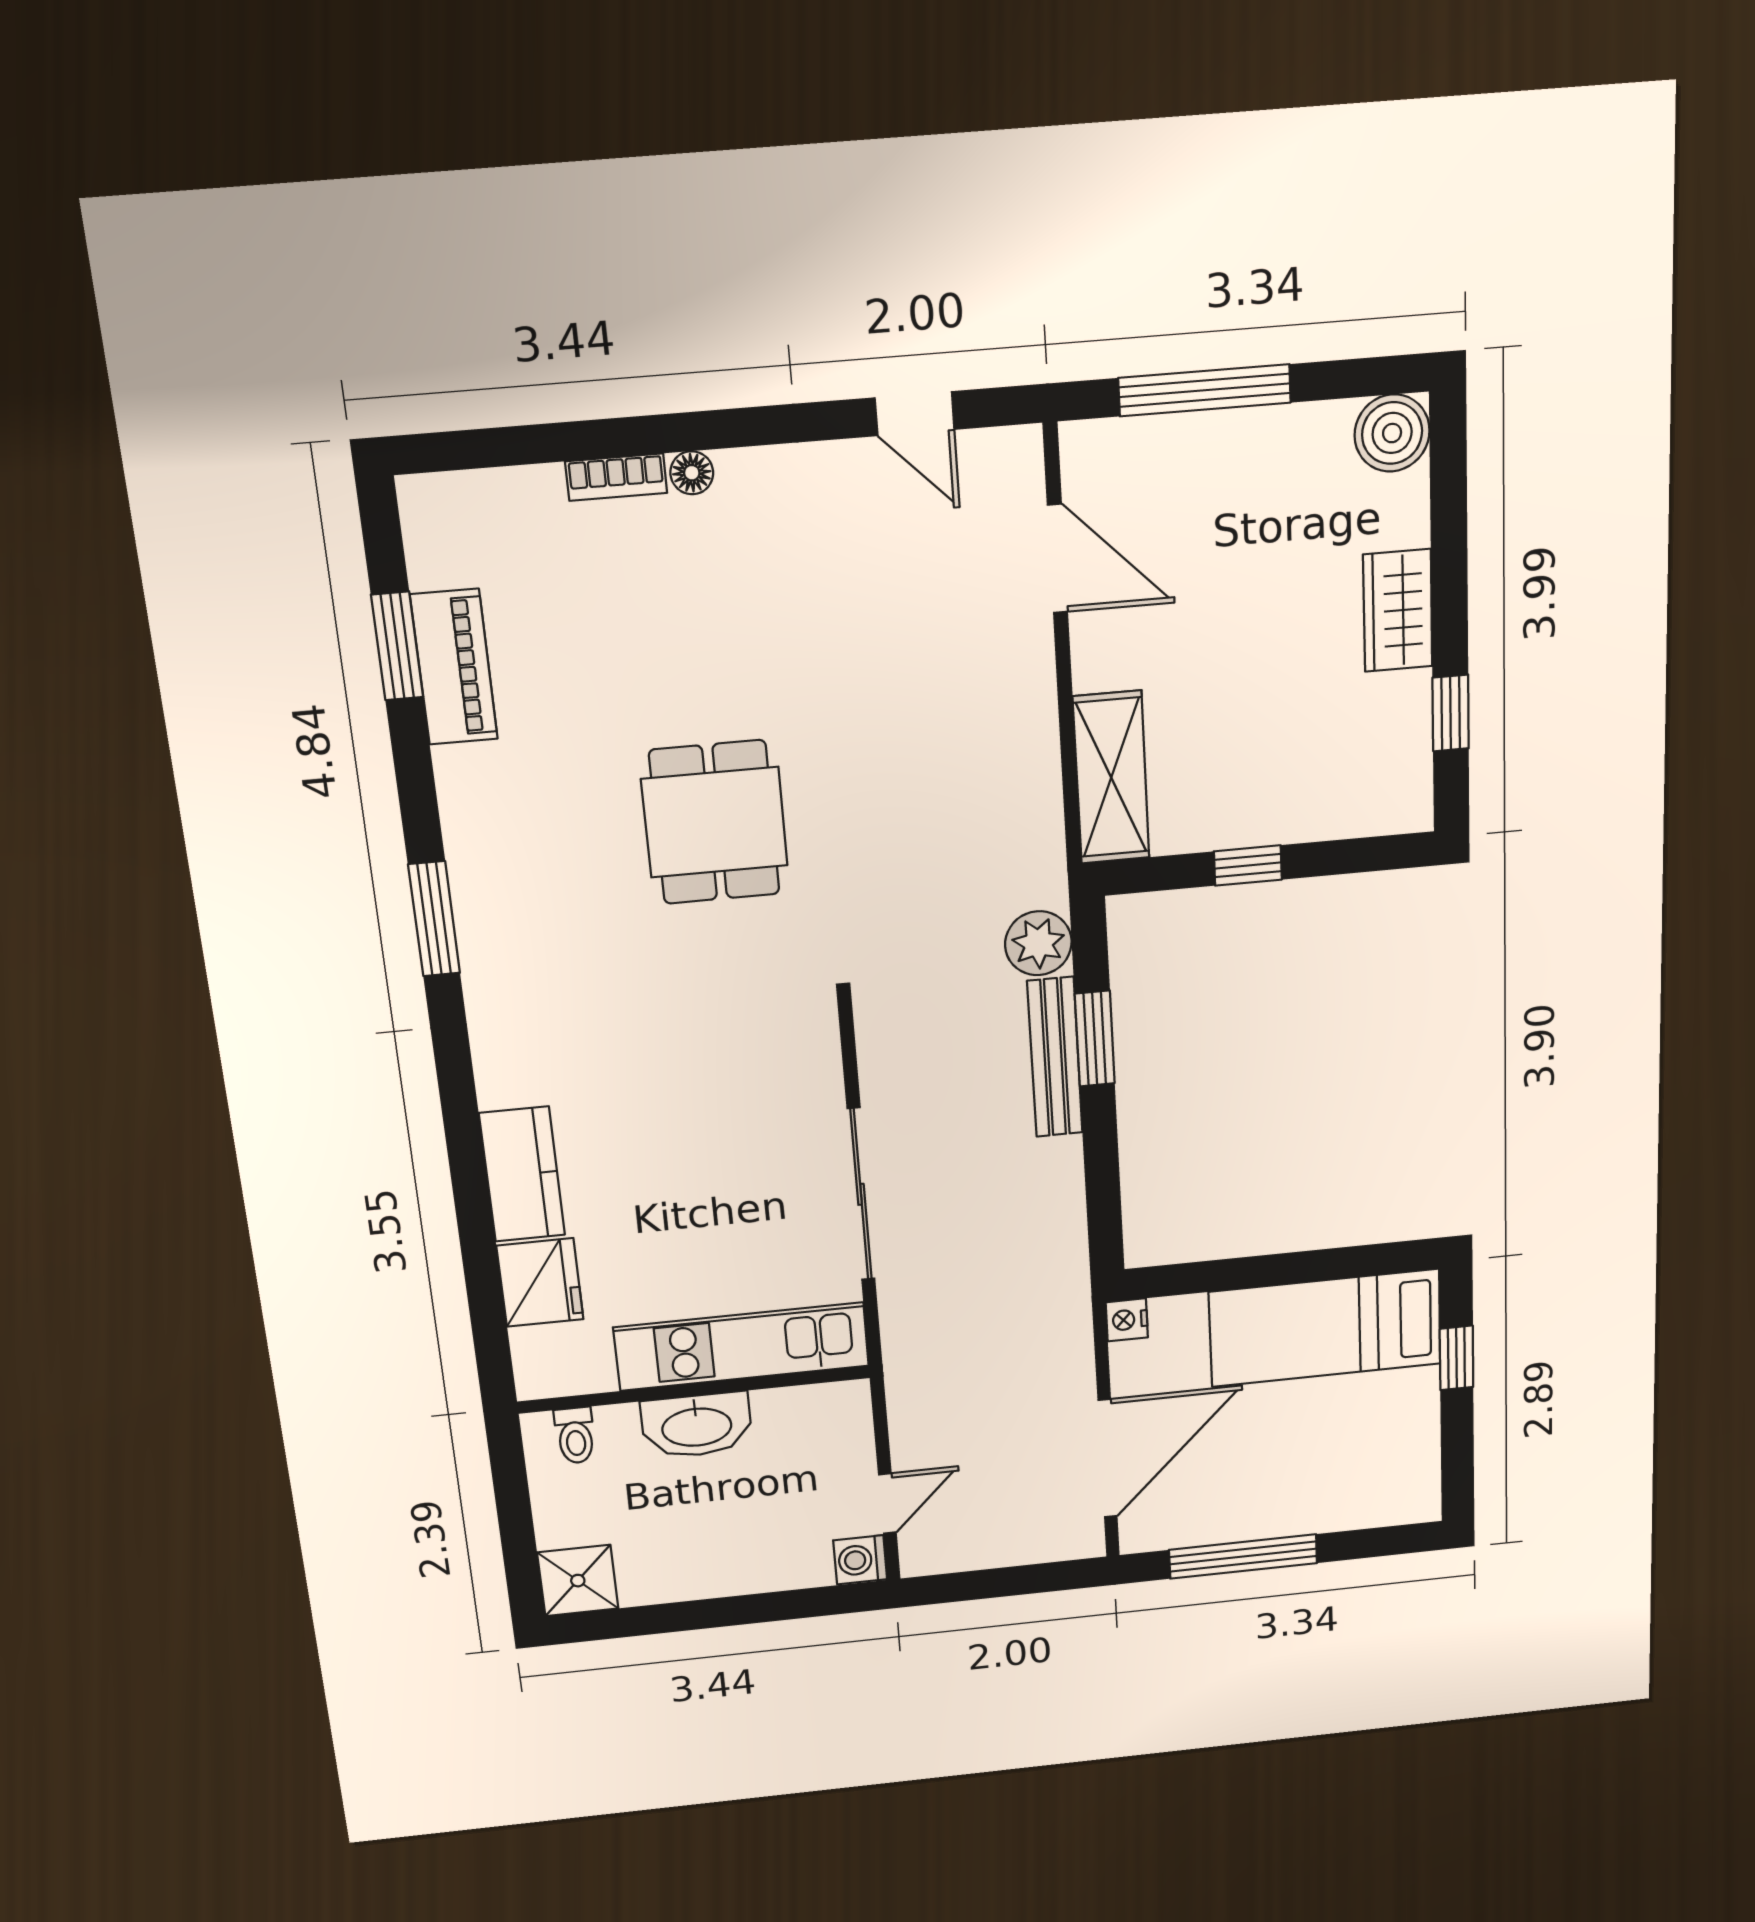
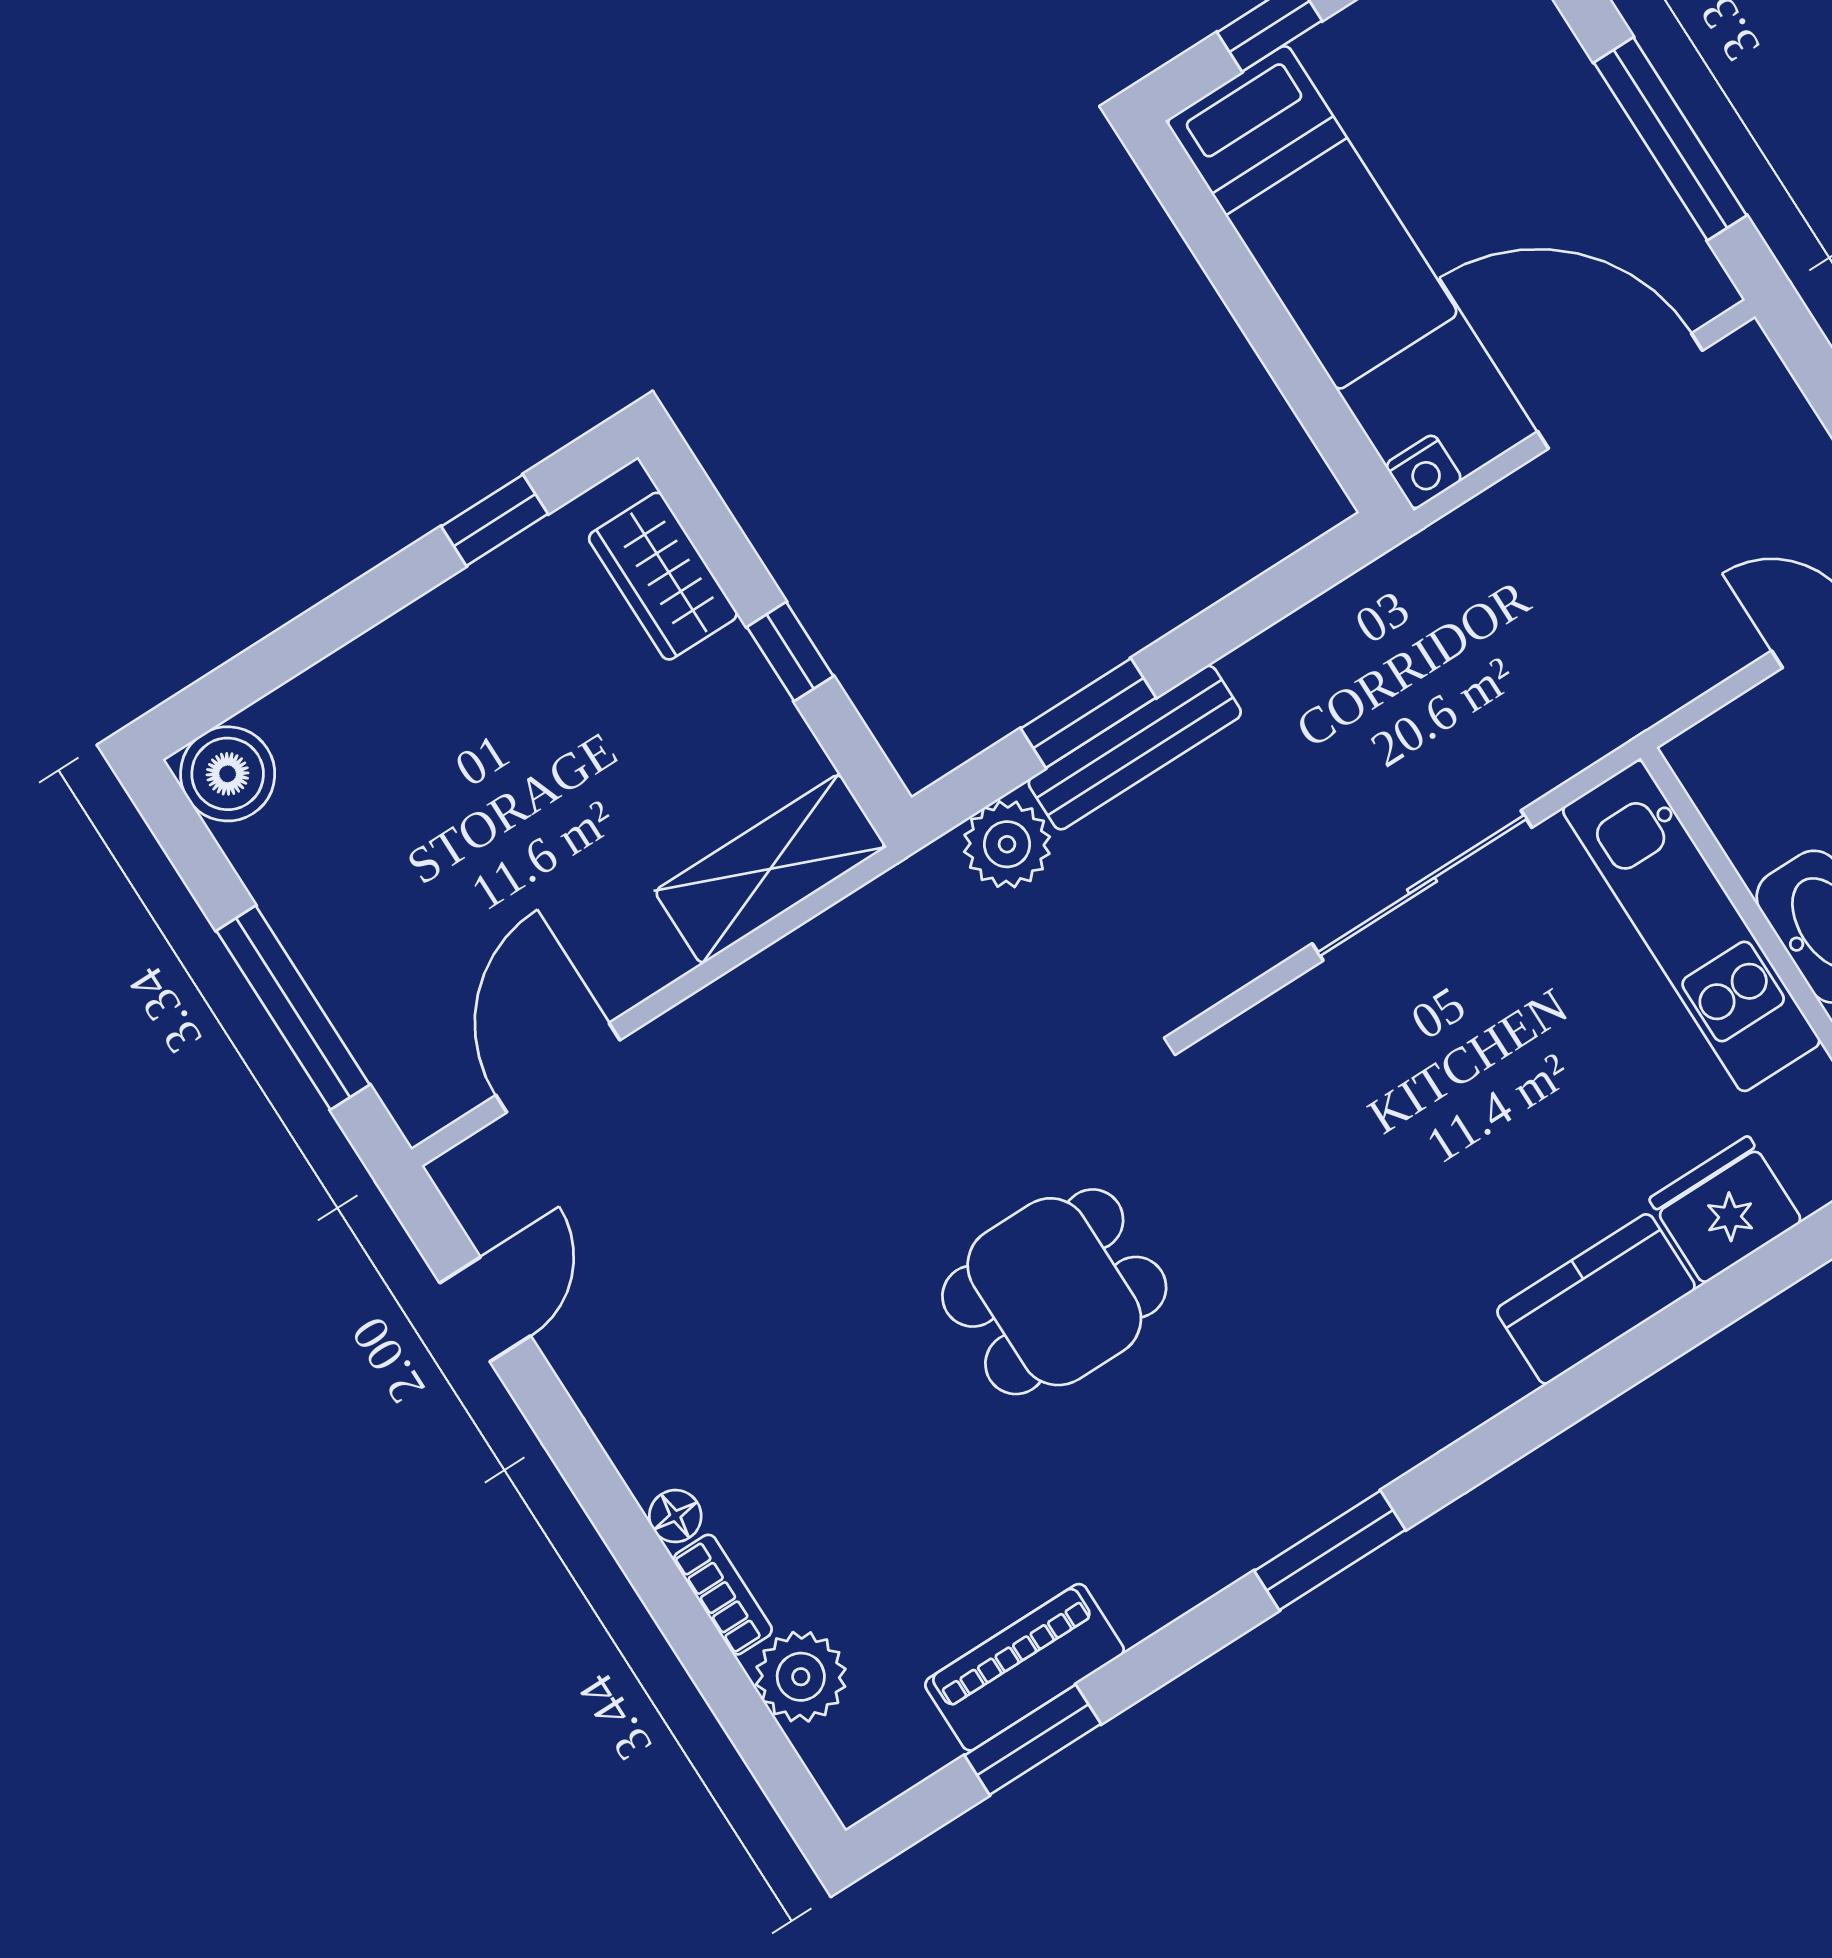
plant: (527, 503) -> (801, 1677), added
wardrobe: (1398, 611) -> (663, 576), moved, turned 90

